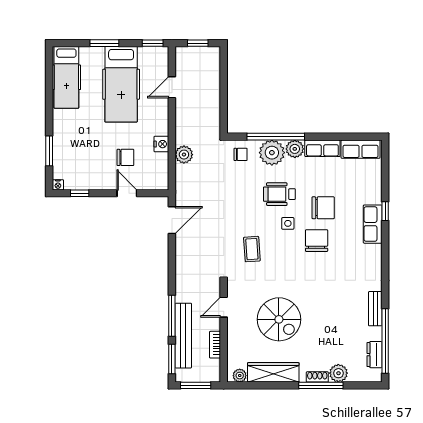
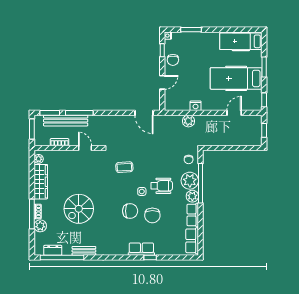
door: (172, 87) -> (234, 113), hinge flipped
chair: (125, 157) -> (173, 60), moved
wheelchair: (279, 194) -> (162, 186), turned 90
spiral stairs: (279, 319) -> (79, 209), moved

